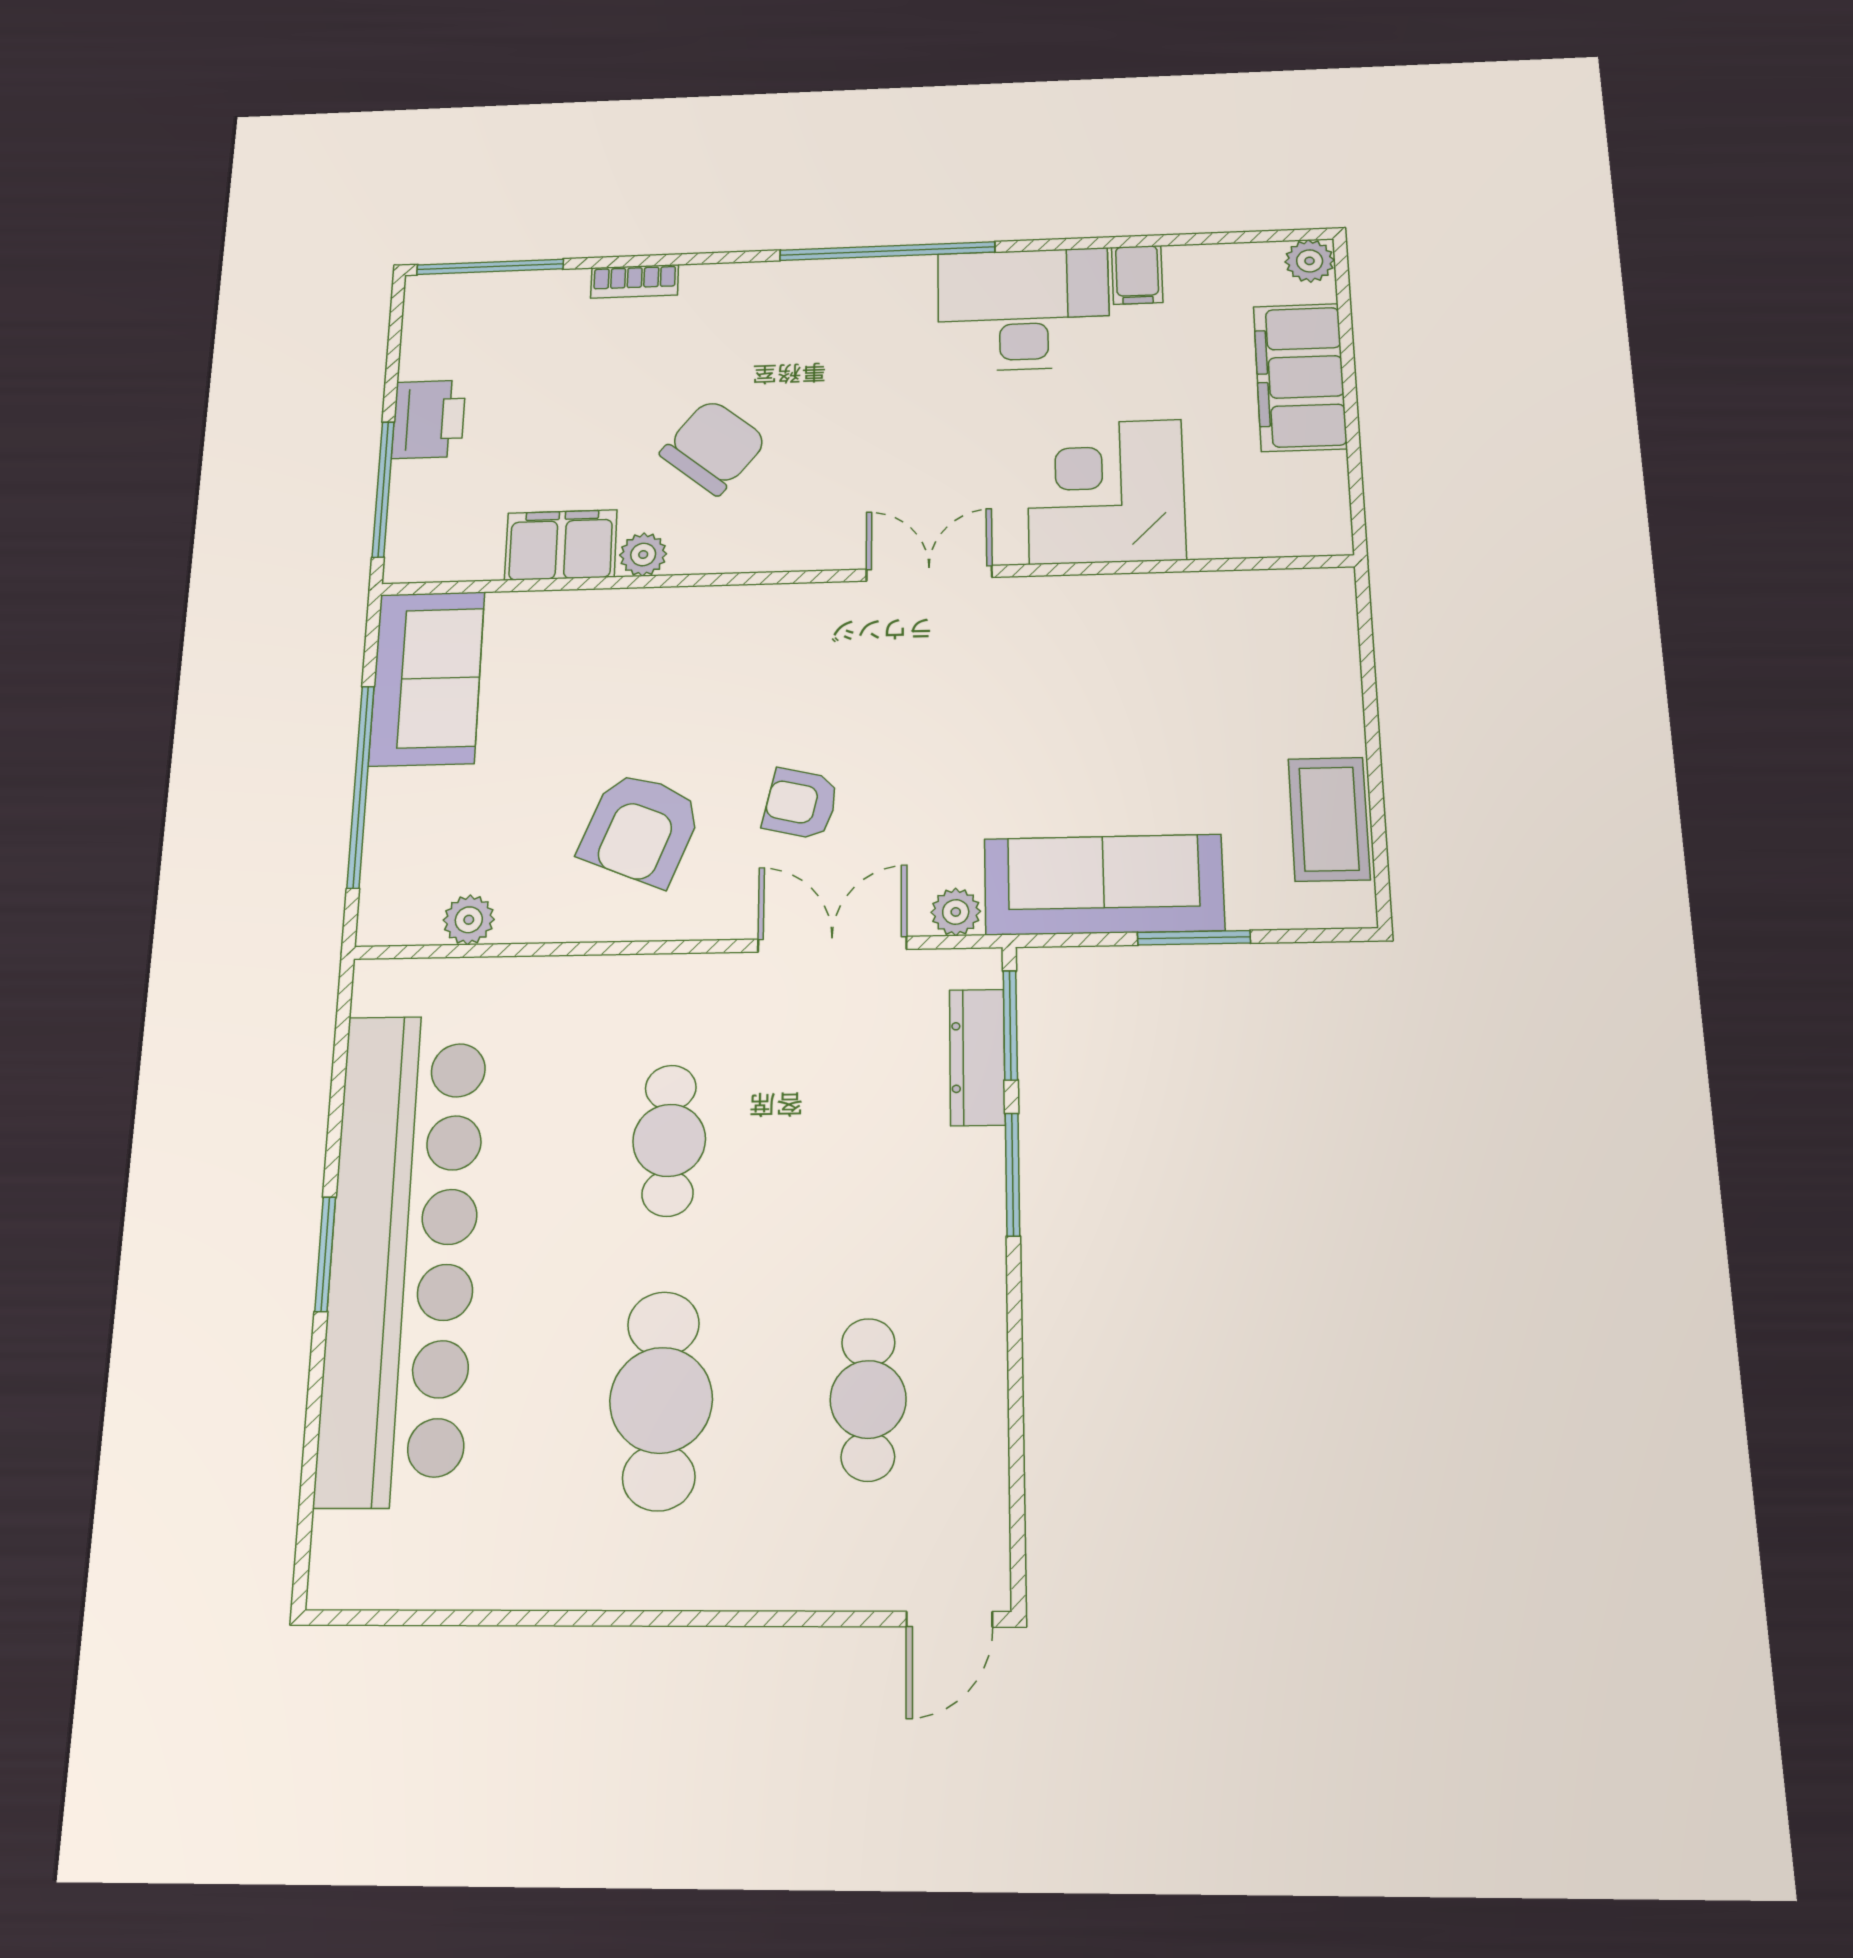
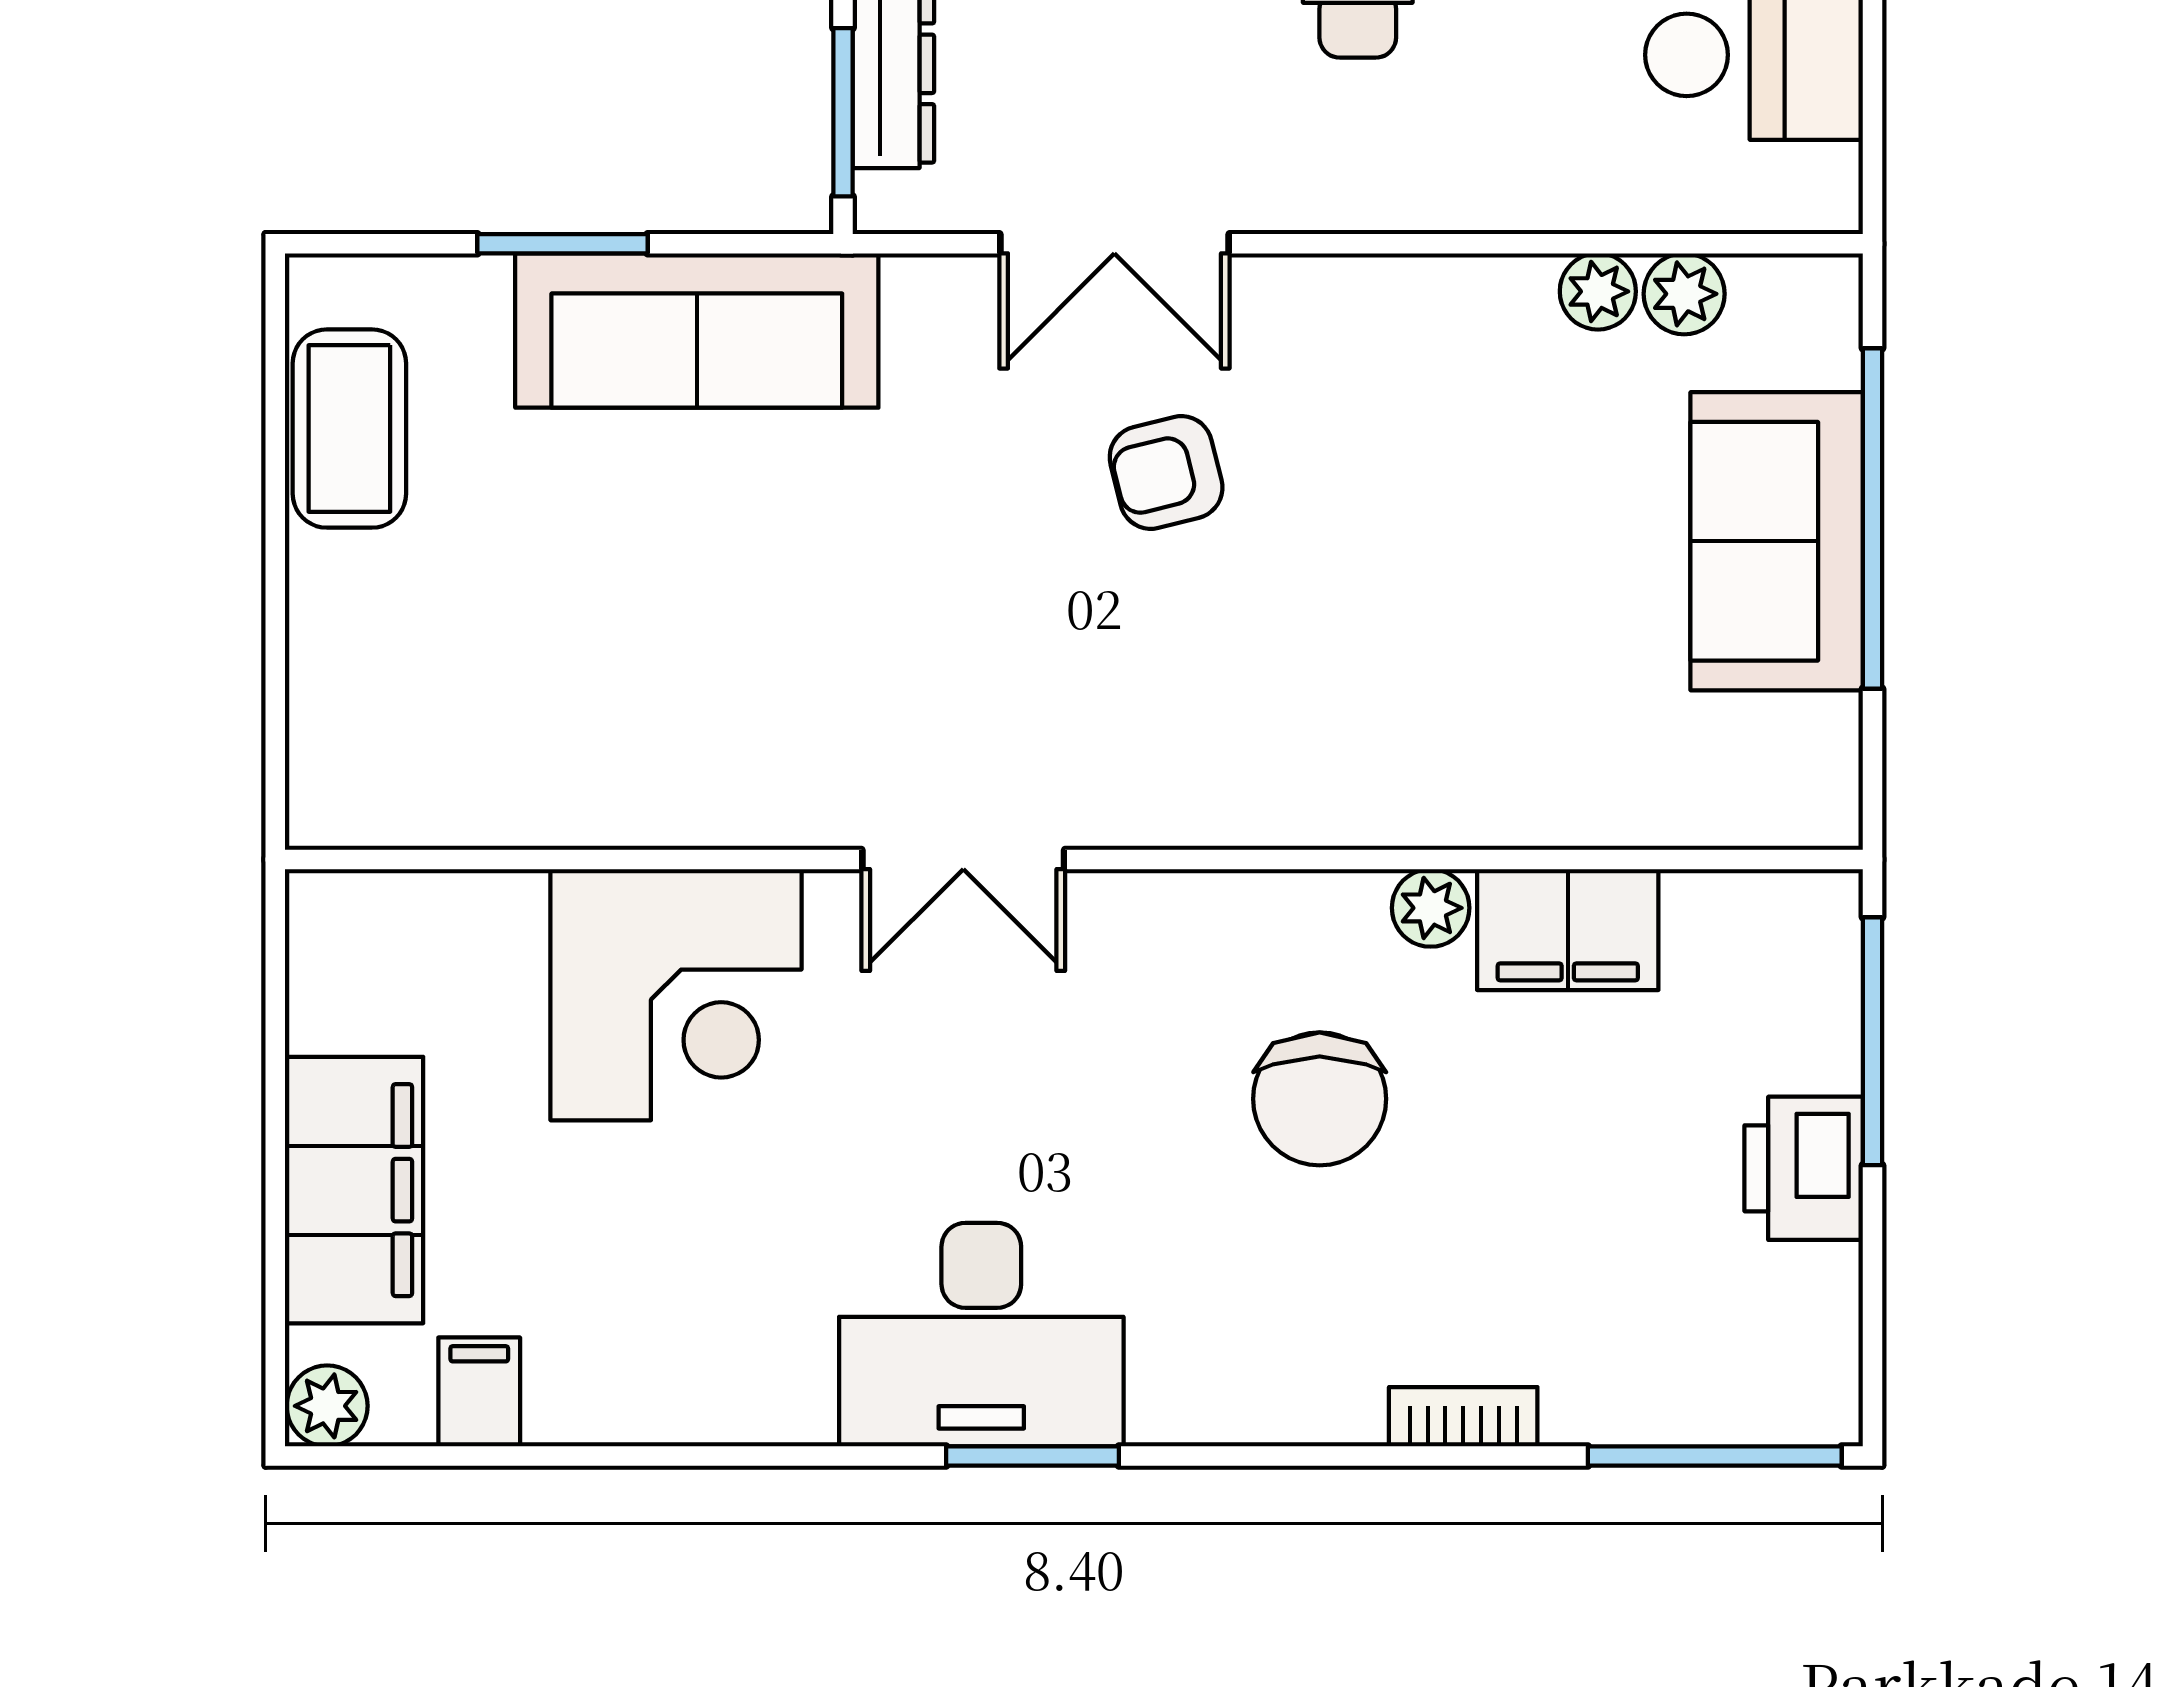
window: (887, 251) -> (1032, 1456), width x0.47
filing cabinet: (1137, 275) -> (479, 1392), moved
desk: (1023, 309) -> (981, 1335), moved
chair: (714, 447) -> (1320, 1099), turned -39
sofa: (427, 678) -> (1777, 541), moved
armchair: (801, 804) -> (1166, 472), turned 153
armchair: (641, 829) -> (1418, 437), removed
plant: (956, 912) -> (1598, 291), moved

